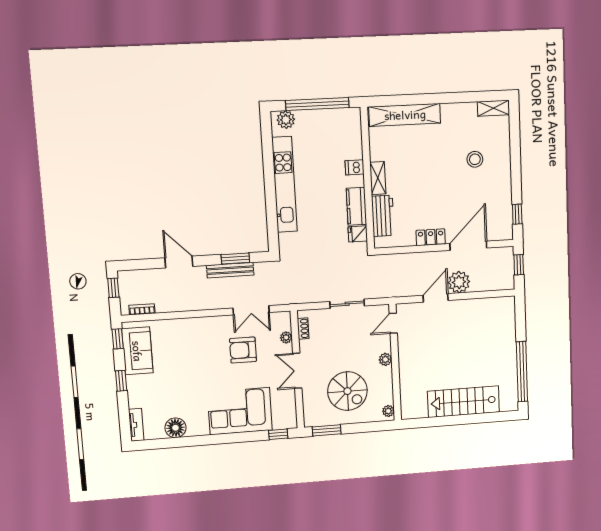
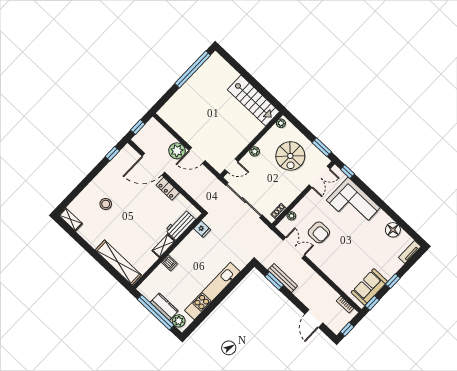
kitchen counter: (356, 206) -> (164, 307), moved, turned -90
door: (179, 262) -> (314, 319), moved
sliding door: (347, 304) -> (244, 200), width x1.86
double door: (297, 371) -> (319, 177), moved
spiral stairs: (347, 391) -> (290, 156), turned 180
stairs: (464, 402) -> (253, 101), moved

